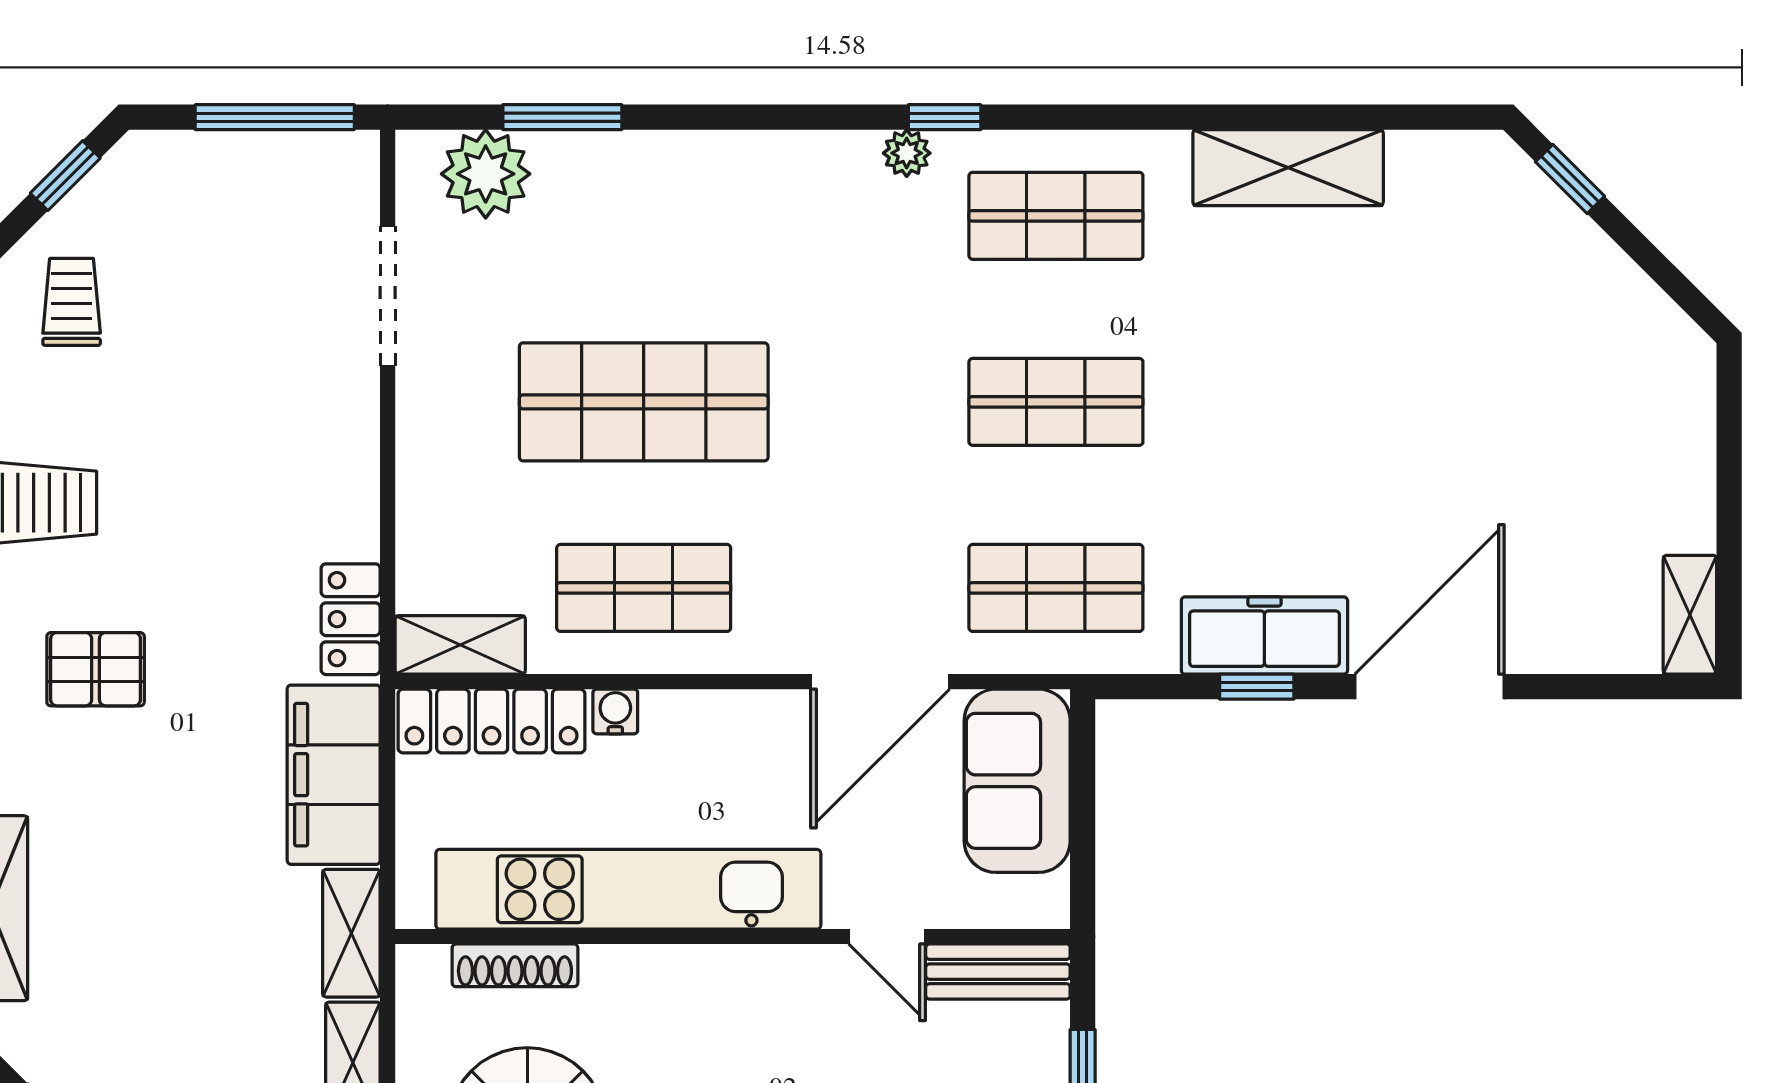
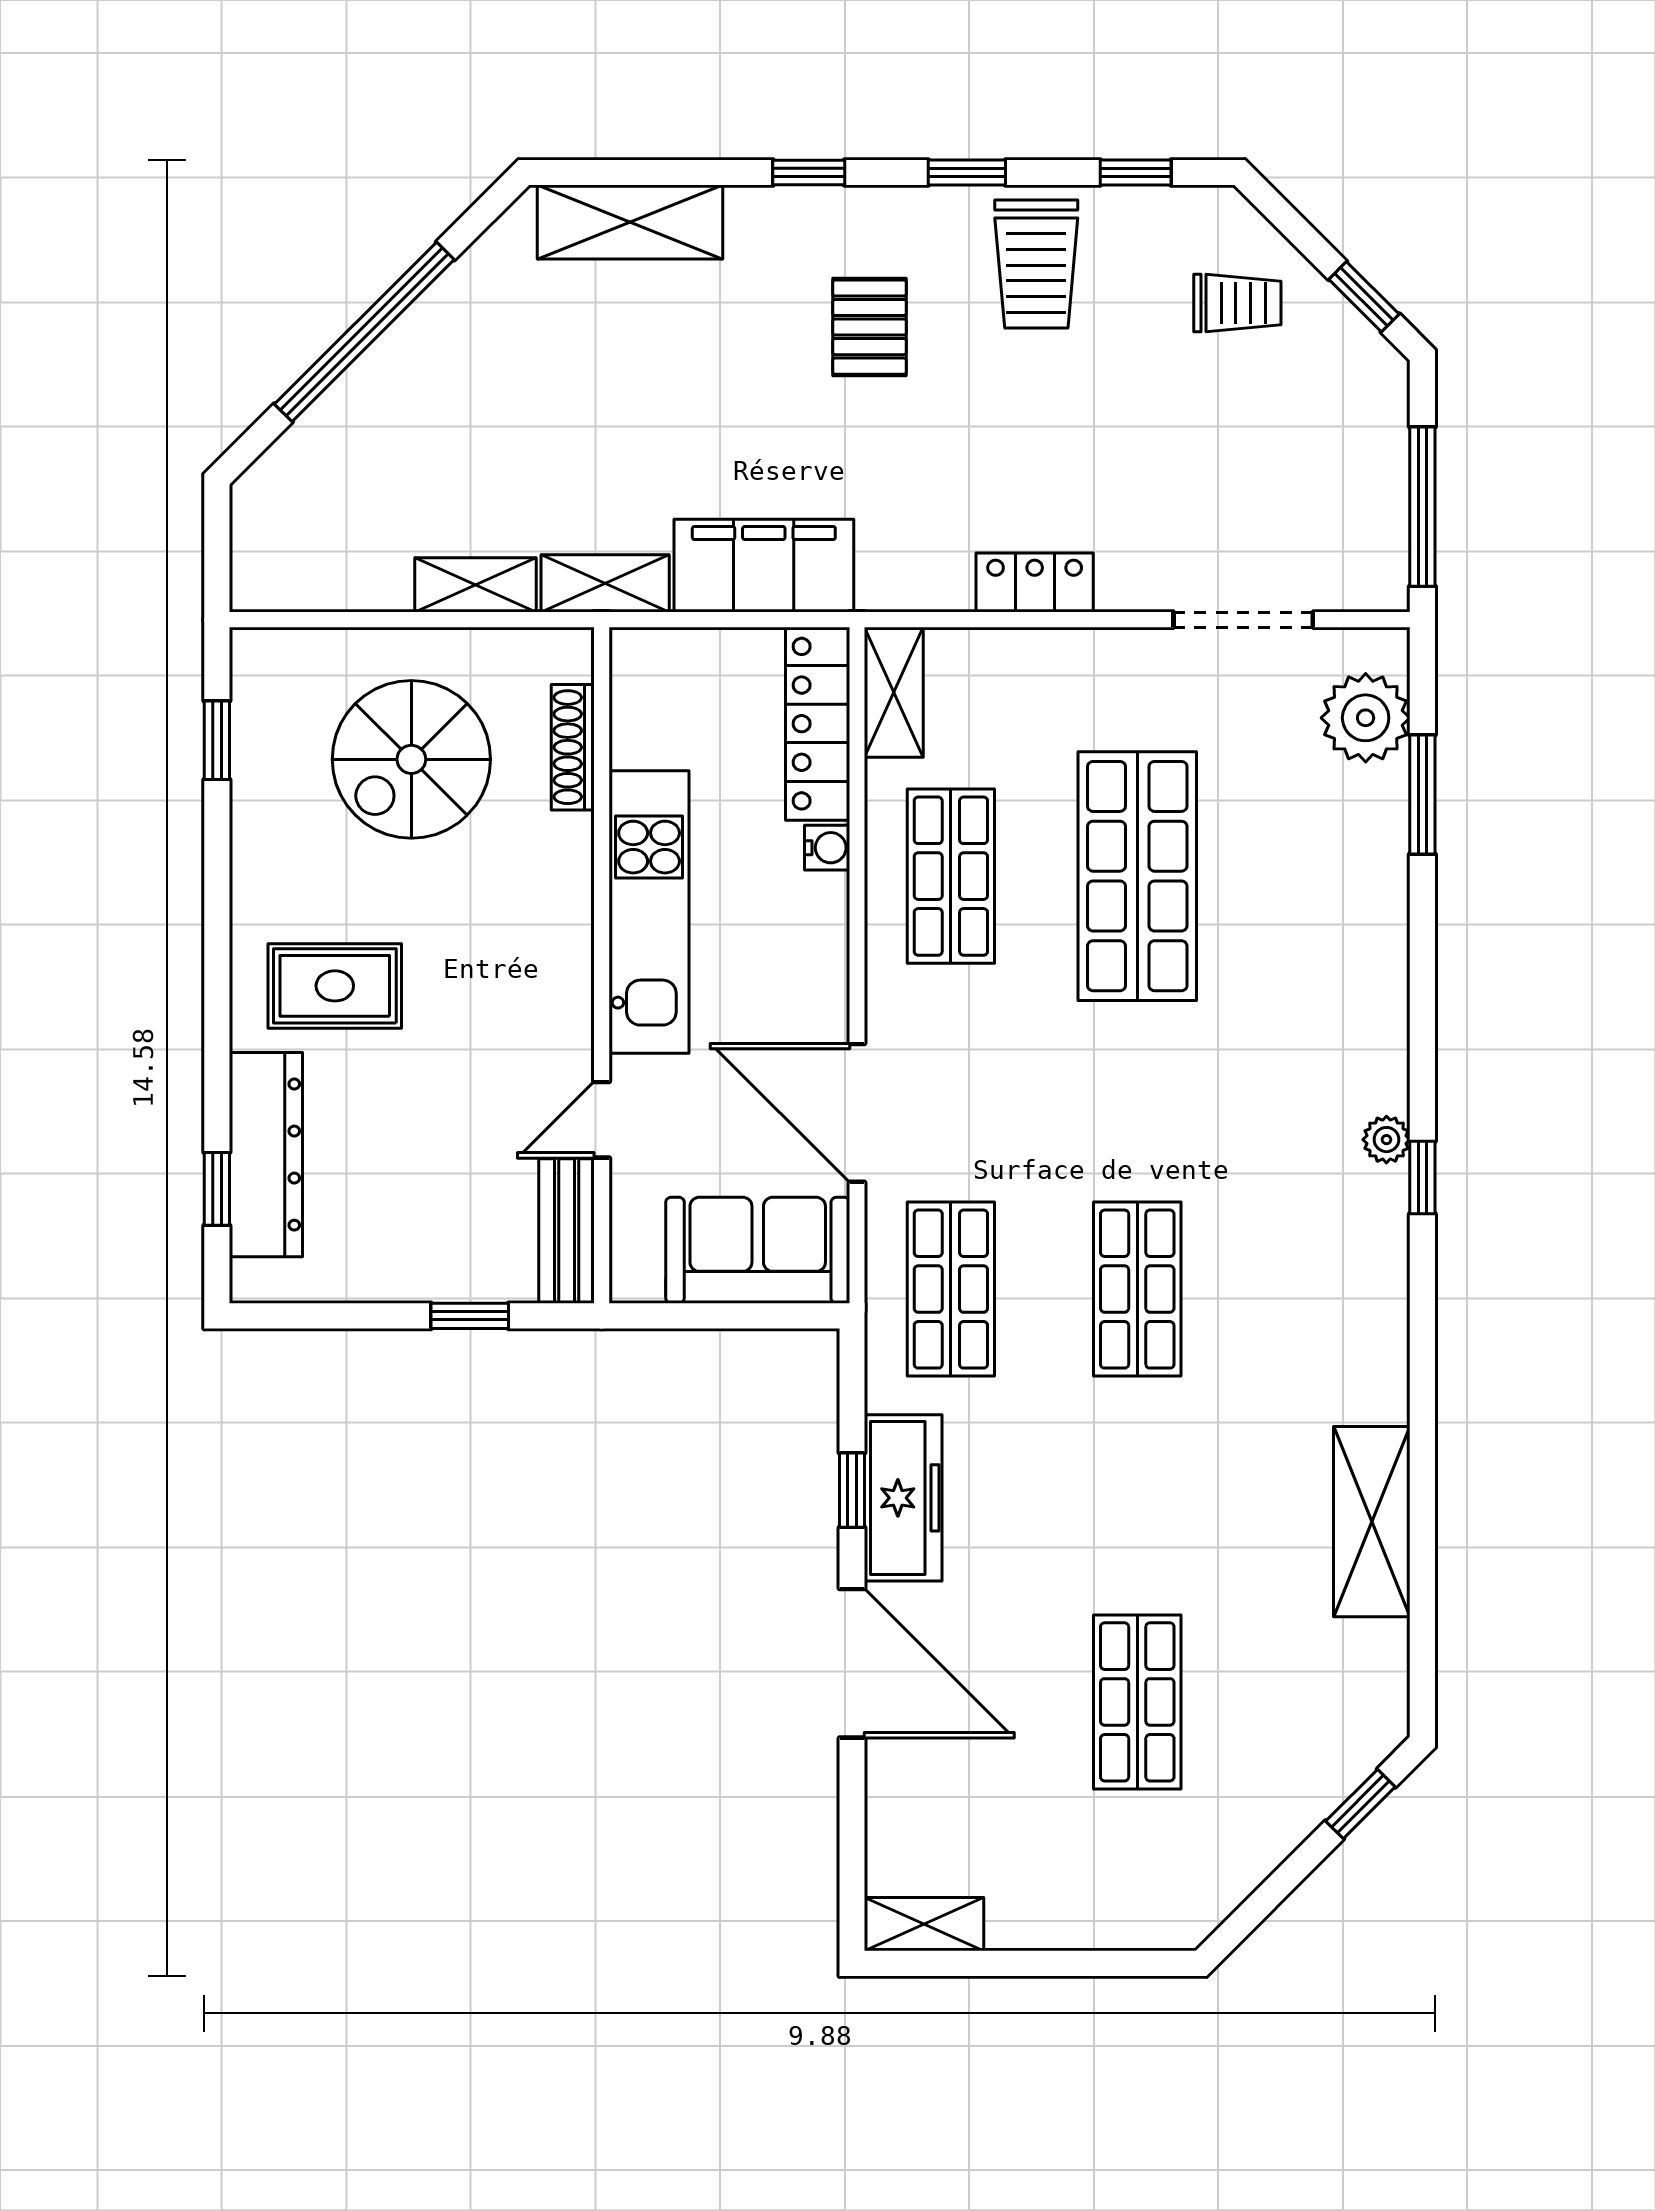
shop shelf: (1056, 216) -> (1137, 1702), moved
locker: (351, 619) -> (1035, 583), moved
kitchen unit: (628, 889) -> (649, 912), width x0.73

